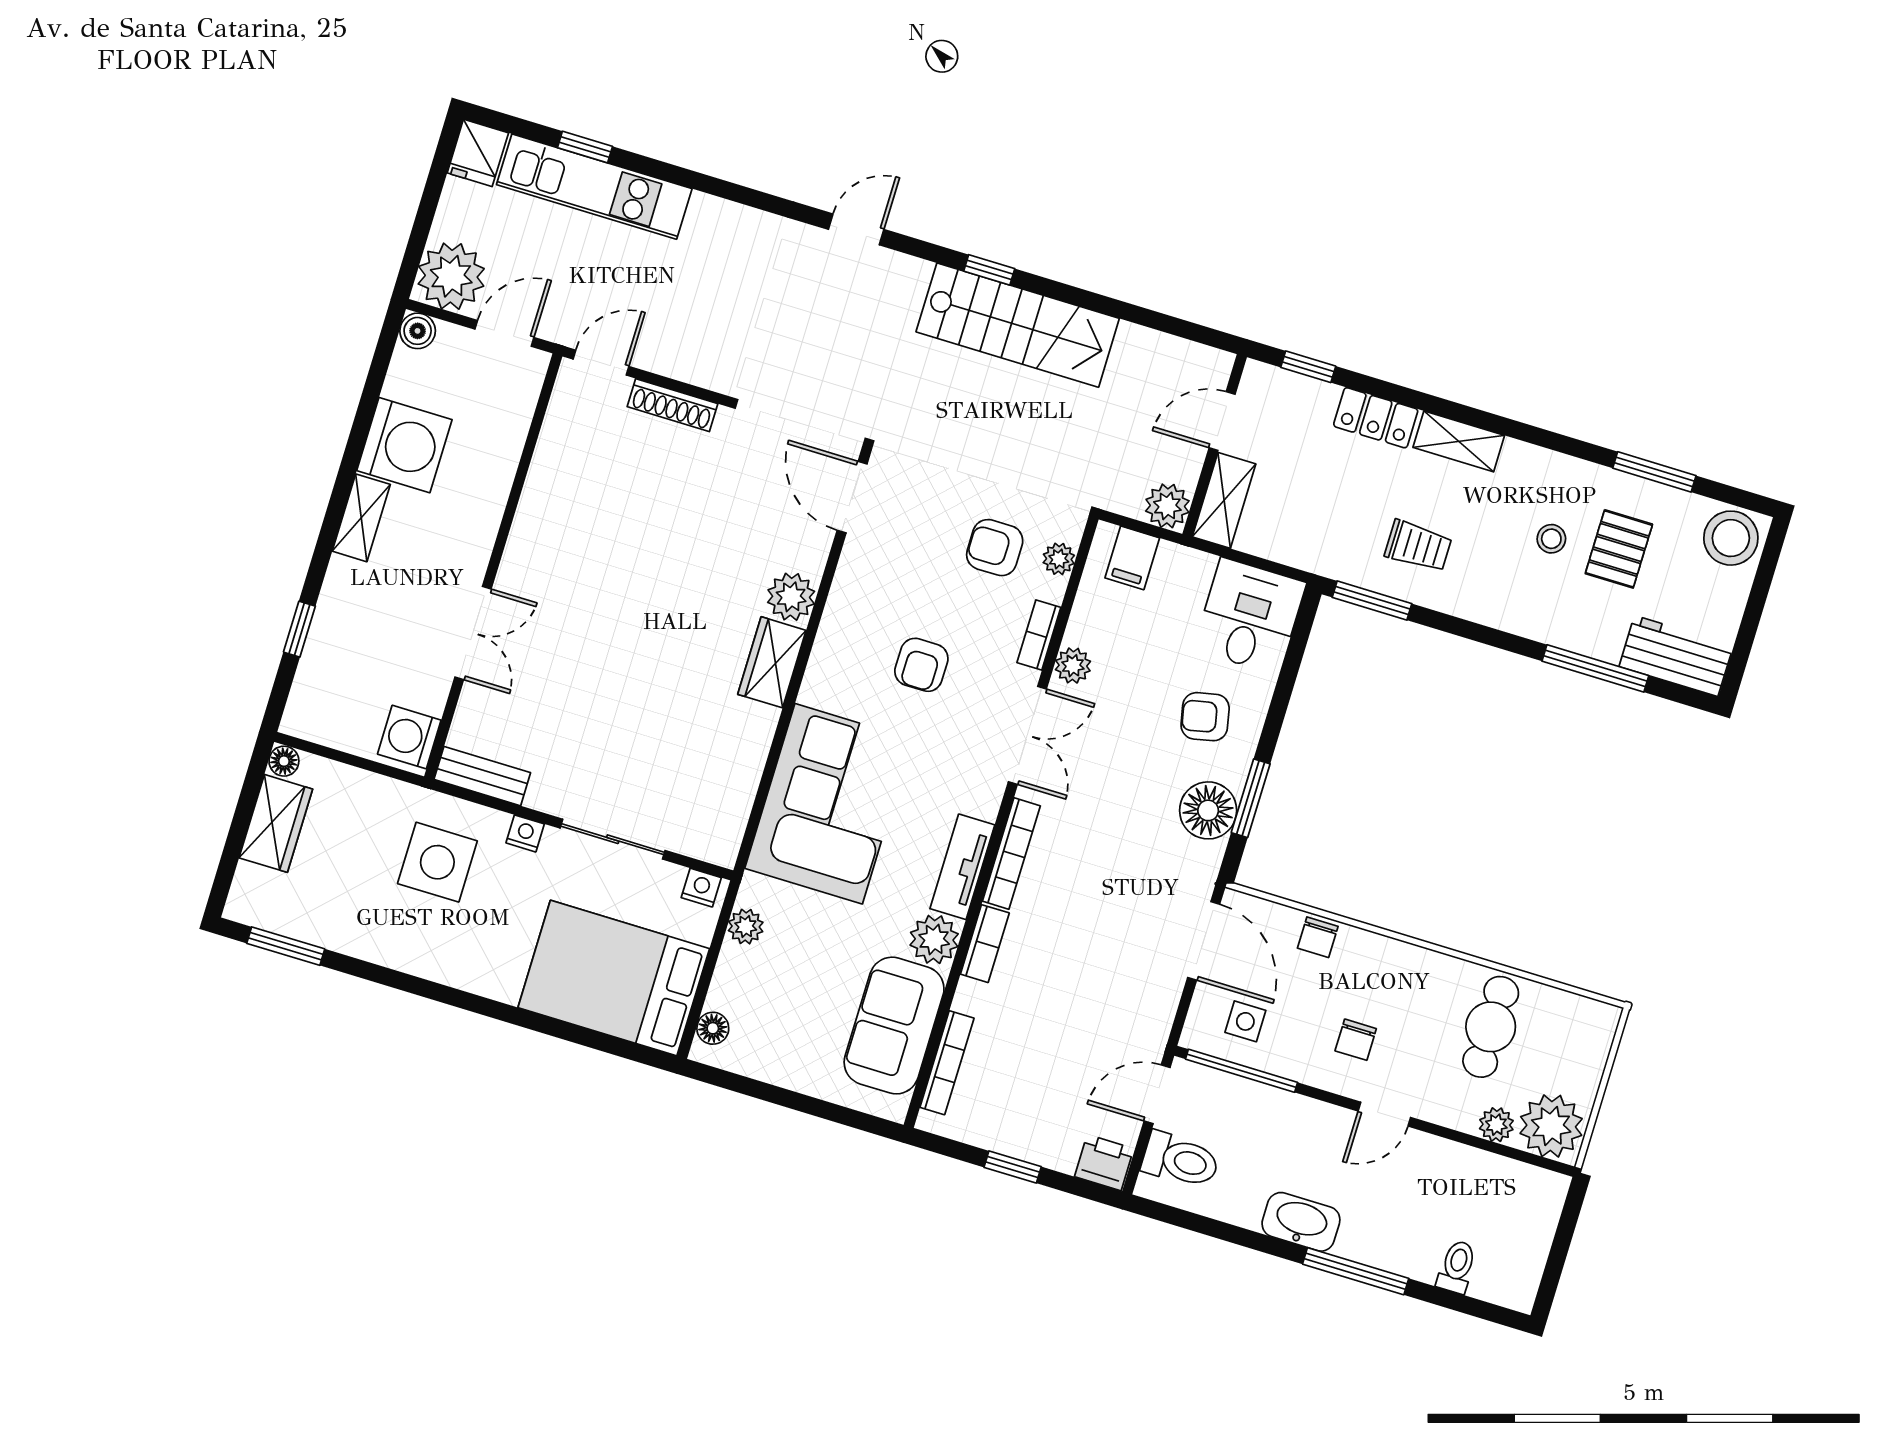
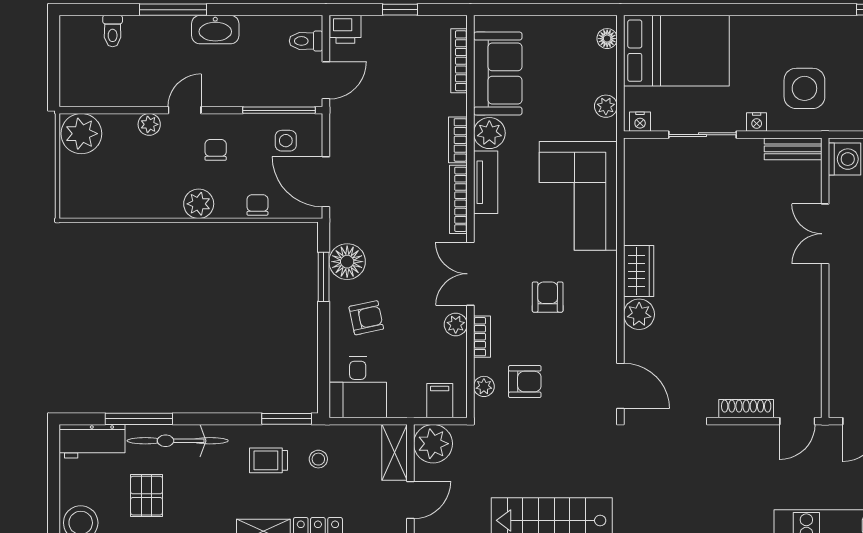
plant: (1167, 506) -> (433, 444), width x1.36, depth x1.36
stool: (1551, 539) -> (318, 459), moved
bicycle: (1547, 618) -> (178, 441), added
plant: (1406, 966) -> (199, 204), added
cafe table: (1491, 1027) -> (136, 183), removed
plant: (1496, 1125) -> (149, 124), moved
toilet: (1181, 1160) -> (306, 41), width x0.73, depth x0.72

